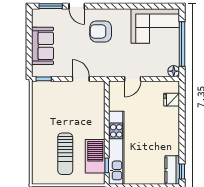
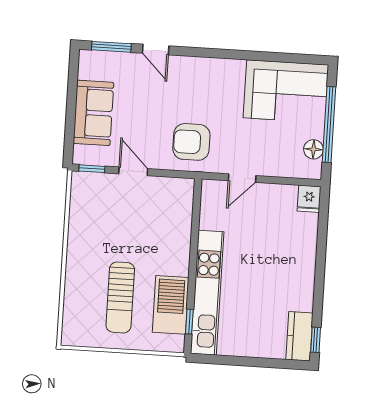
armchair: (101, 31) -> (191, 142), moved
floor lamp: (174, 71) -> (313, 149), moved
door: (81, 79) -> (133, 171), moved
fridge: (172, 100) -> (309, 199), moved, turned -90

